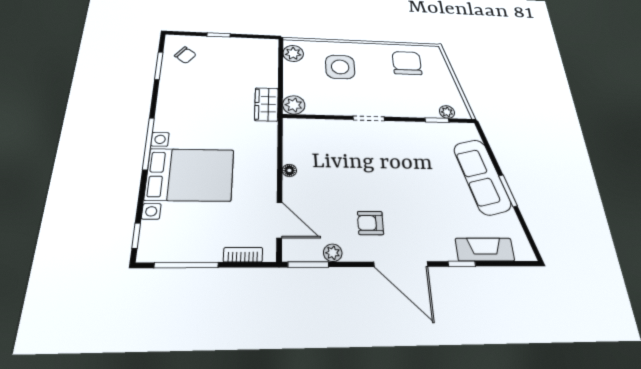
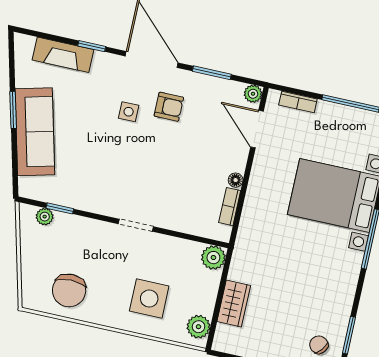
wardrobe: (266, 104) -> (234, 304), moved
bookcase: (289, 147) -> (230, 207), added
side table: (406, 211) -> (129, 112), added
plant: (333, 253) -> (253, 94), moved
window: (308, 265) -> (212, 73), moved

